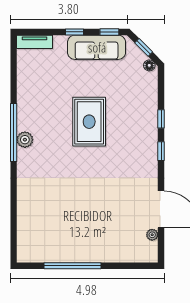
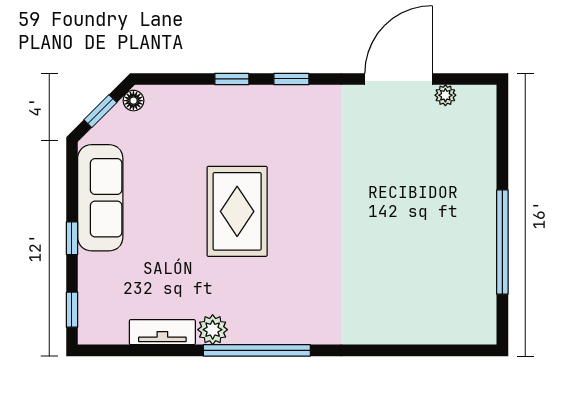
window: (109, 32) -> (72, 310), moved
tv unit: (35, 42) -> (162, 332), moved, turned -90
rug: (89, 122) -> (237, 211), turned 90
plant: (25, 140) -> (213, 330), moved

